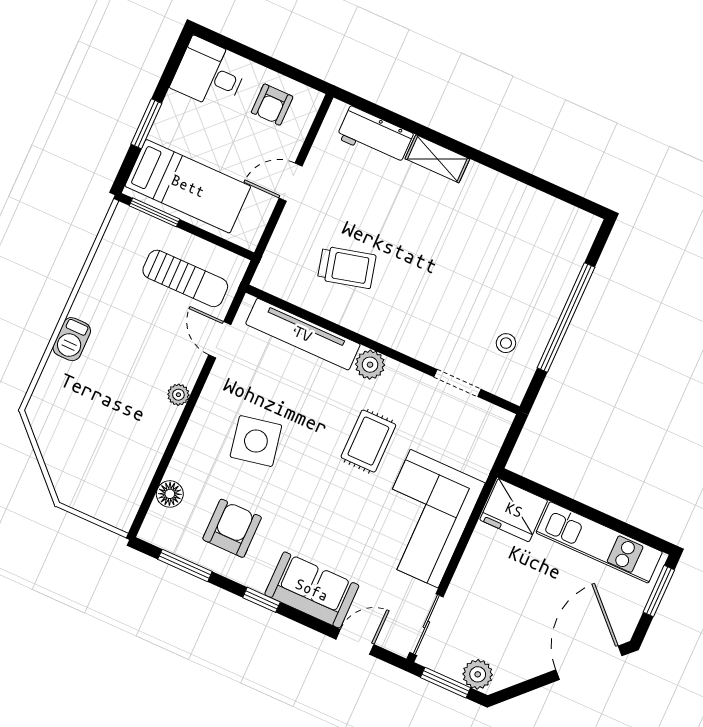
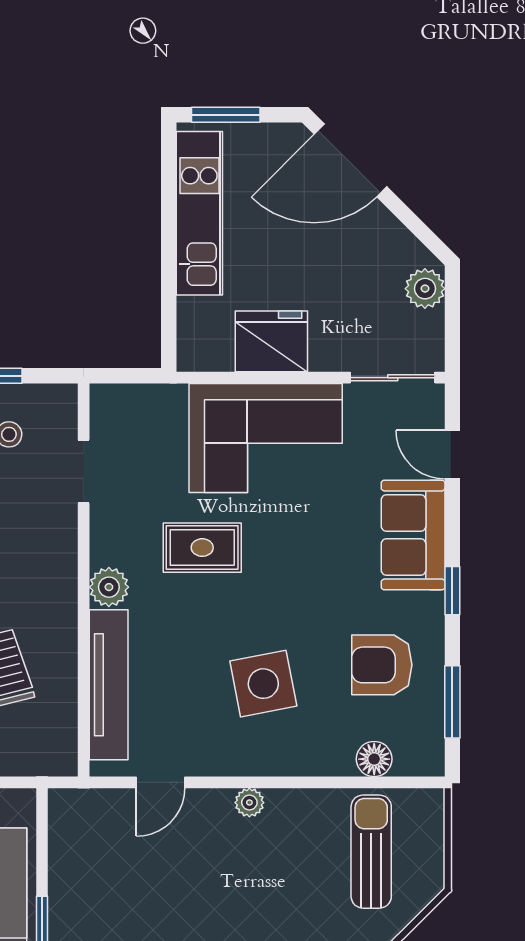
sun lounger: (185, 278) -> (371, 852), moved
fridge: (514, 510) -> (271, 341), moved, turned -90
window: (446, 683) -> (452, 323), removed

